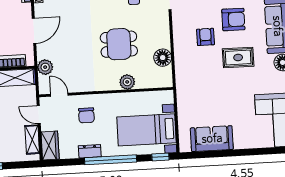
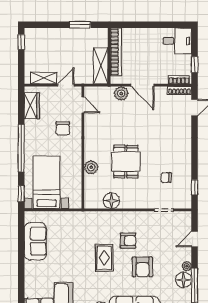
rug: (238, 57) -> (104, 258), moved
plant: (45, 67) -> (121, 93), moved
door: (59, 95) -> (83, 105), hinge flipped
chair: (86, 115) -> (63, 128), turned -90
wardrobe: (50, 146) -> (32, 106), moved, turned -90
dresser: (90, 151) -> (30, 130), removed

